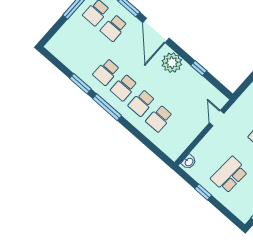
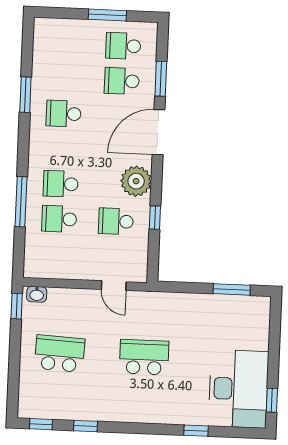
school desk: (124, 87) -> (116, 221), moved
window: (107, 107) -> (21, 202), moved
door: (217, 118) -> (114, 286), swing flipped
window: (203, 192) -> (17, 306), moved

